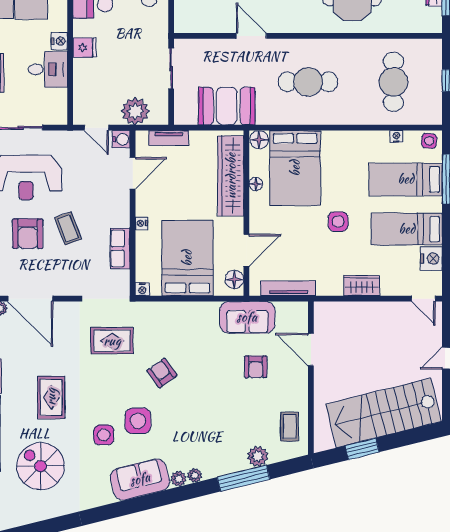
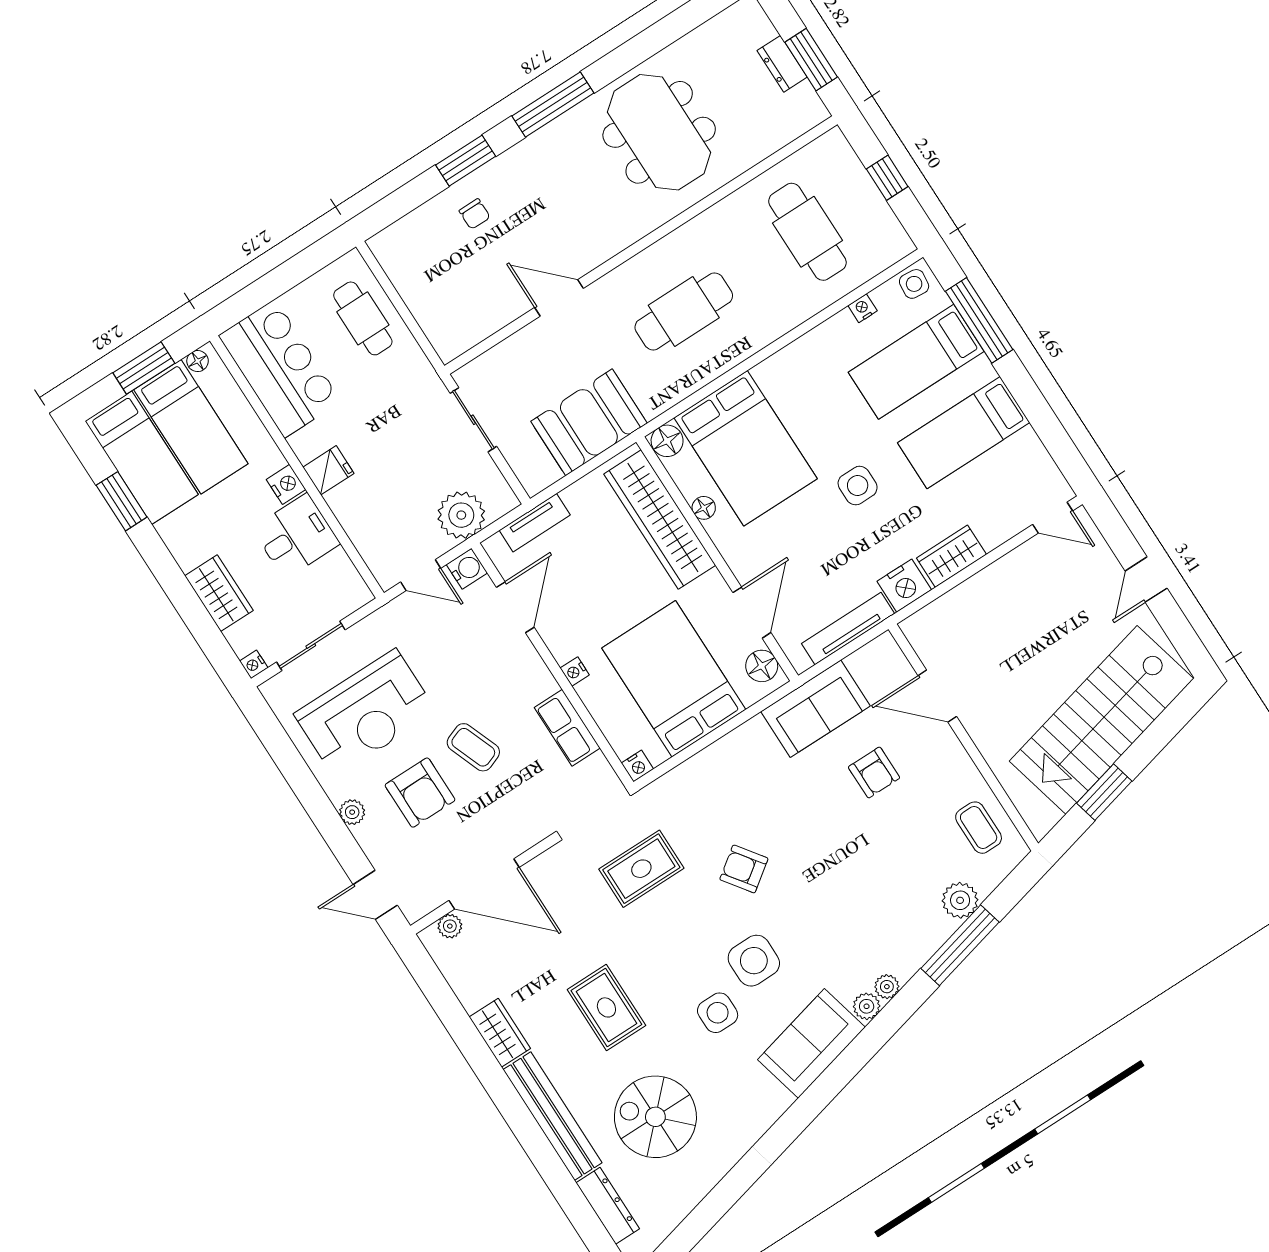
nightstand: (431, 259) -> (904, 586), moved, turned 90

